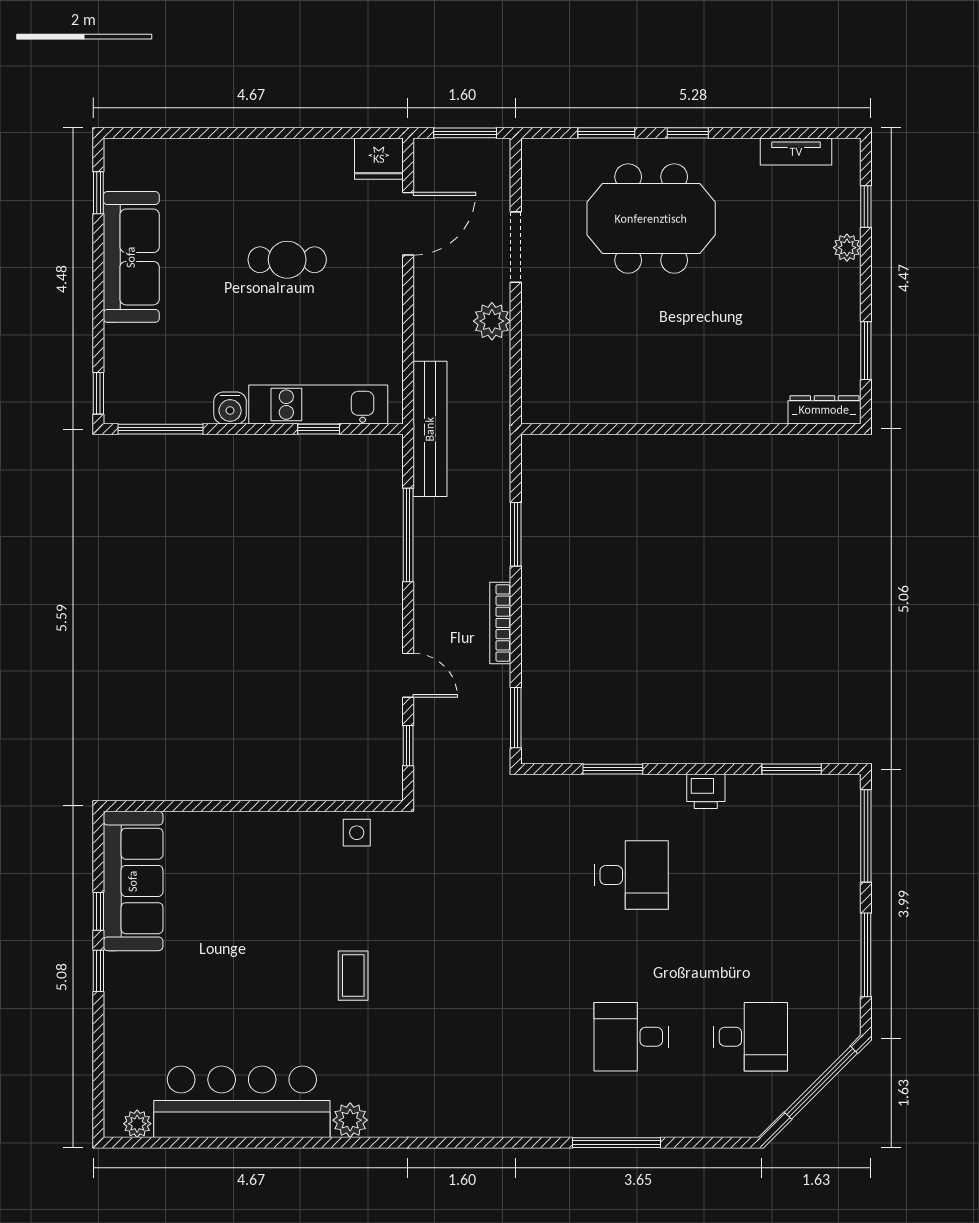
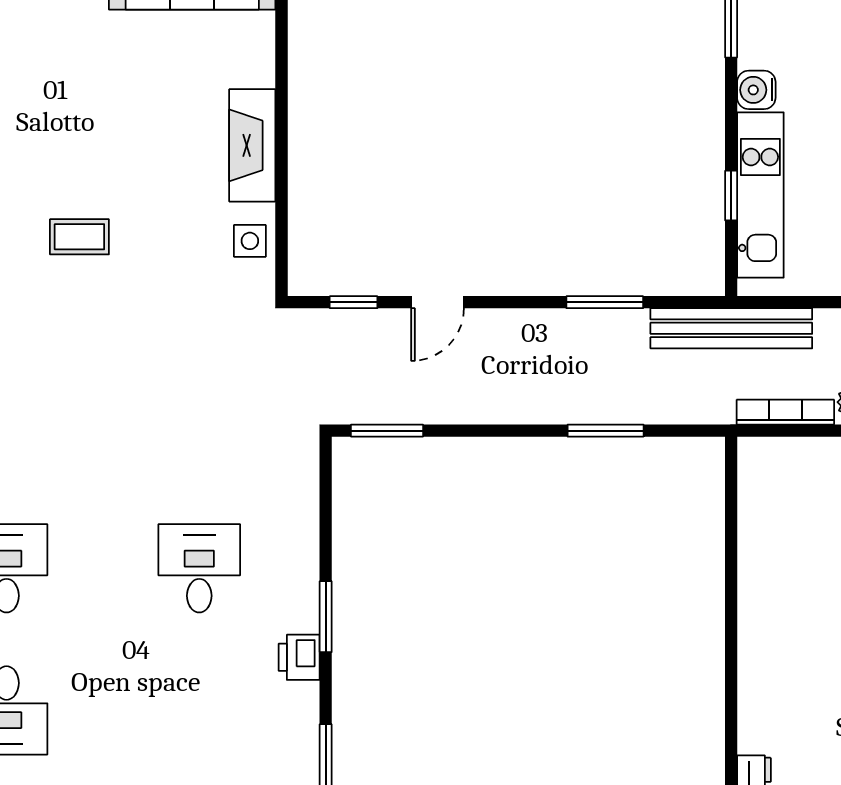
window: (408, 535) -> (605, 302), width x0.69
bookcase: (500, 623) -> (785, 412), moved
window: (613, 769) -> (326, 617), moved
fireplace: (277, 831) -> (252, 145), added
desk: (631, 875) -> (199, 568), turned 180

